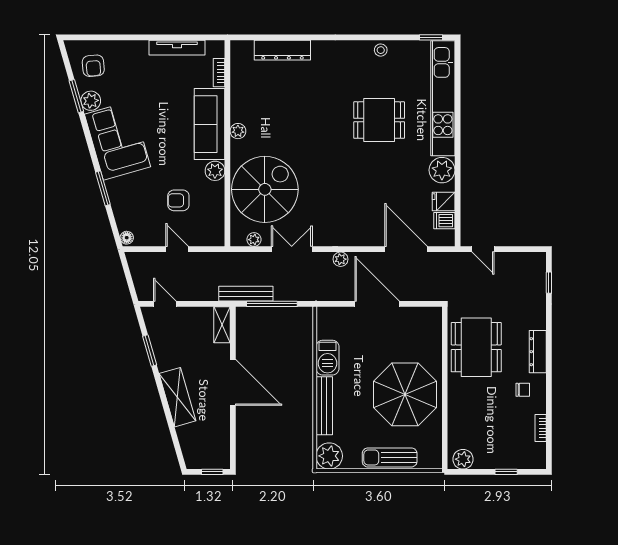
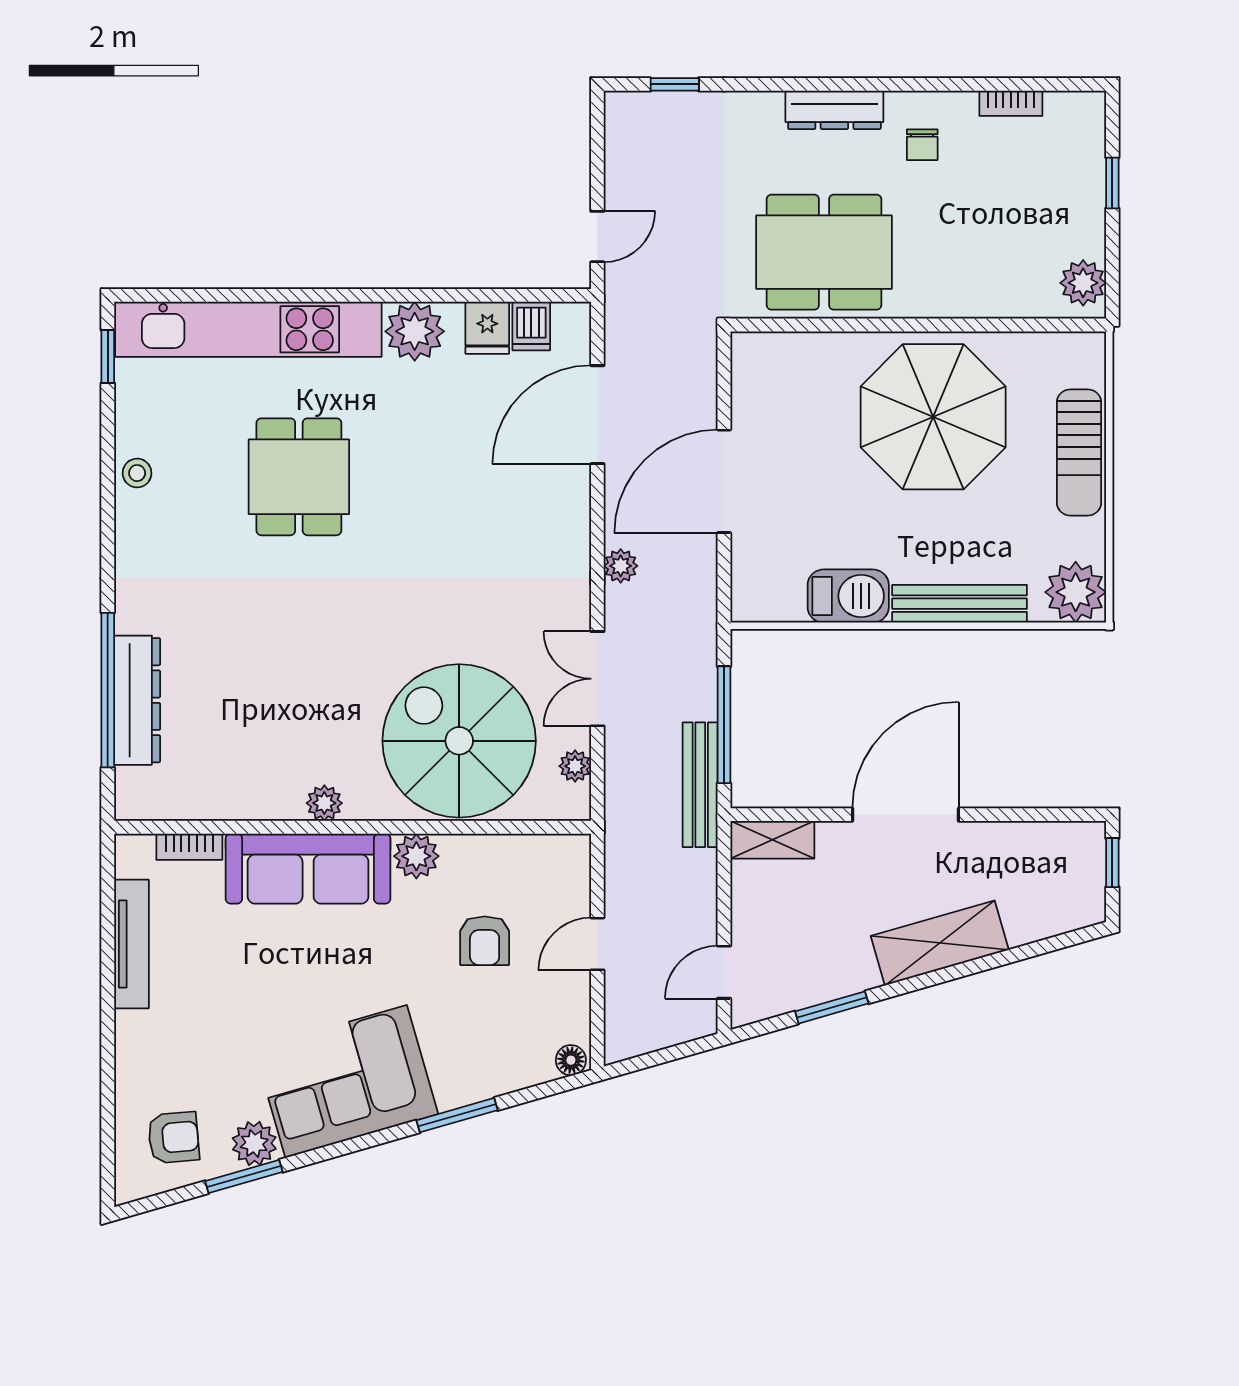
window: (287, 37) -> (108, 690), added
chair: (523, 390) -> (922, 145), turned 180

